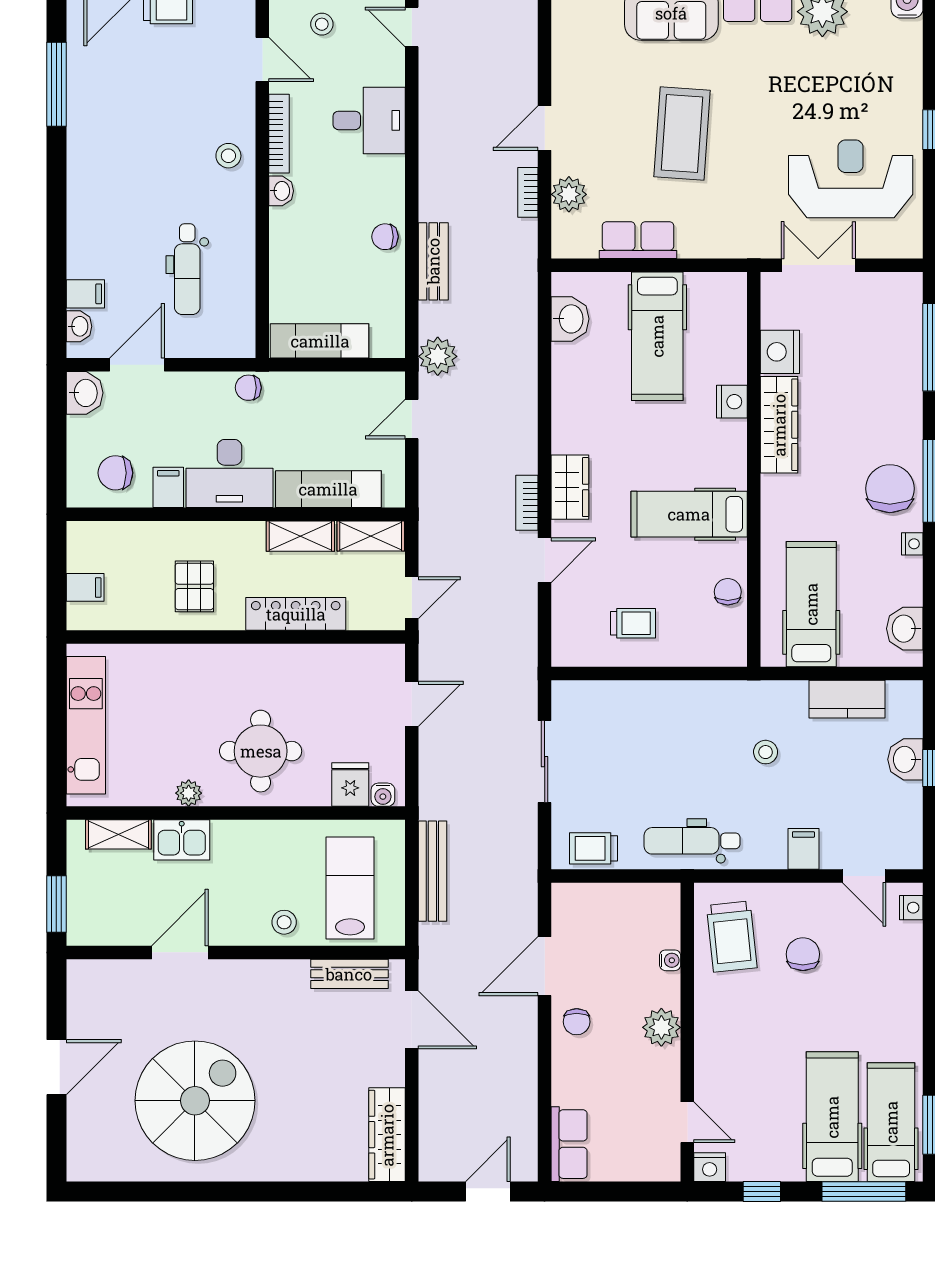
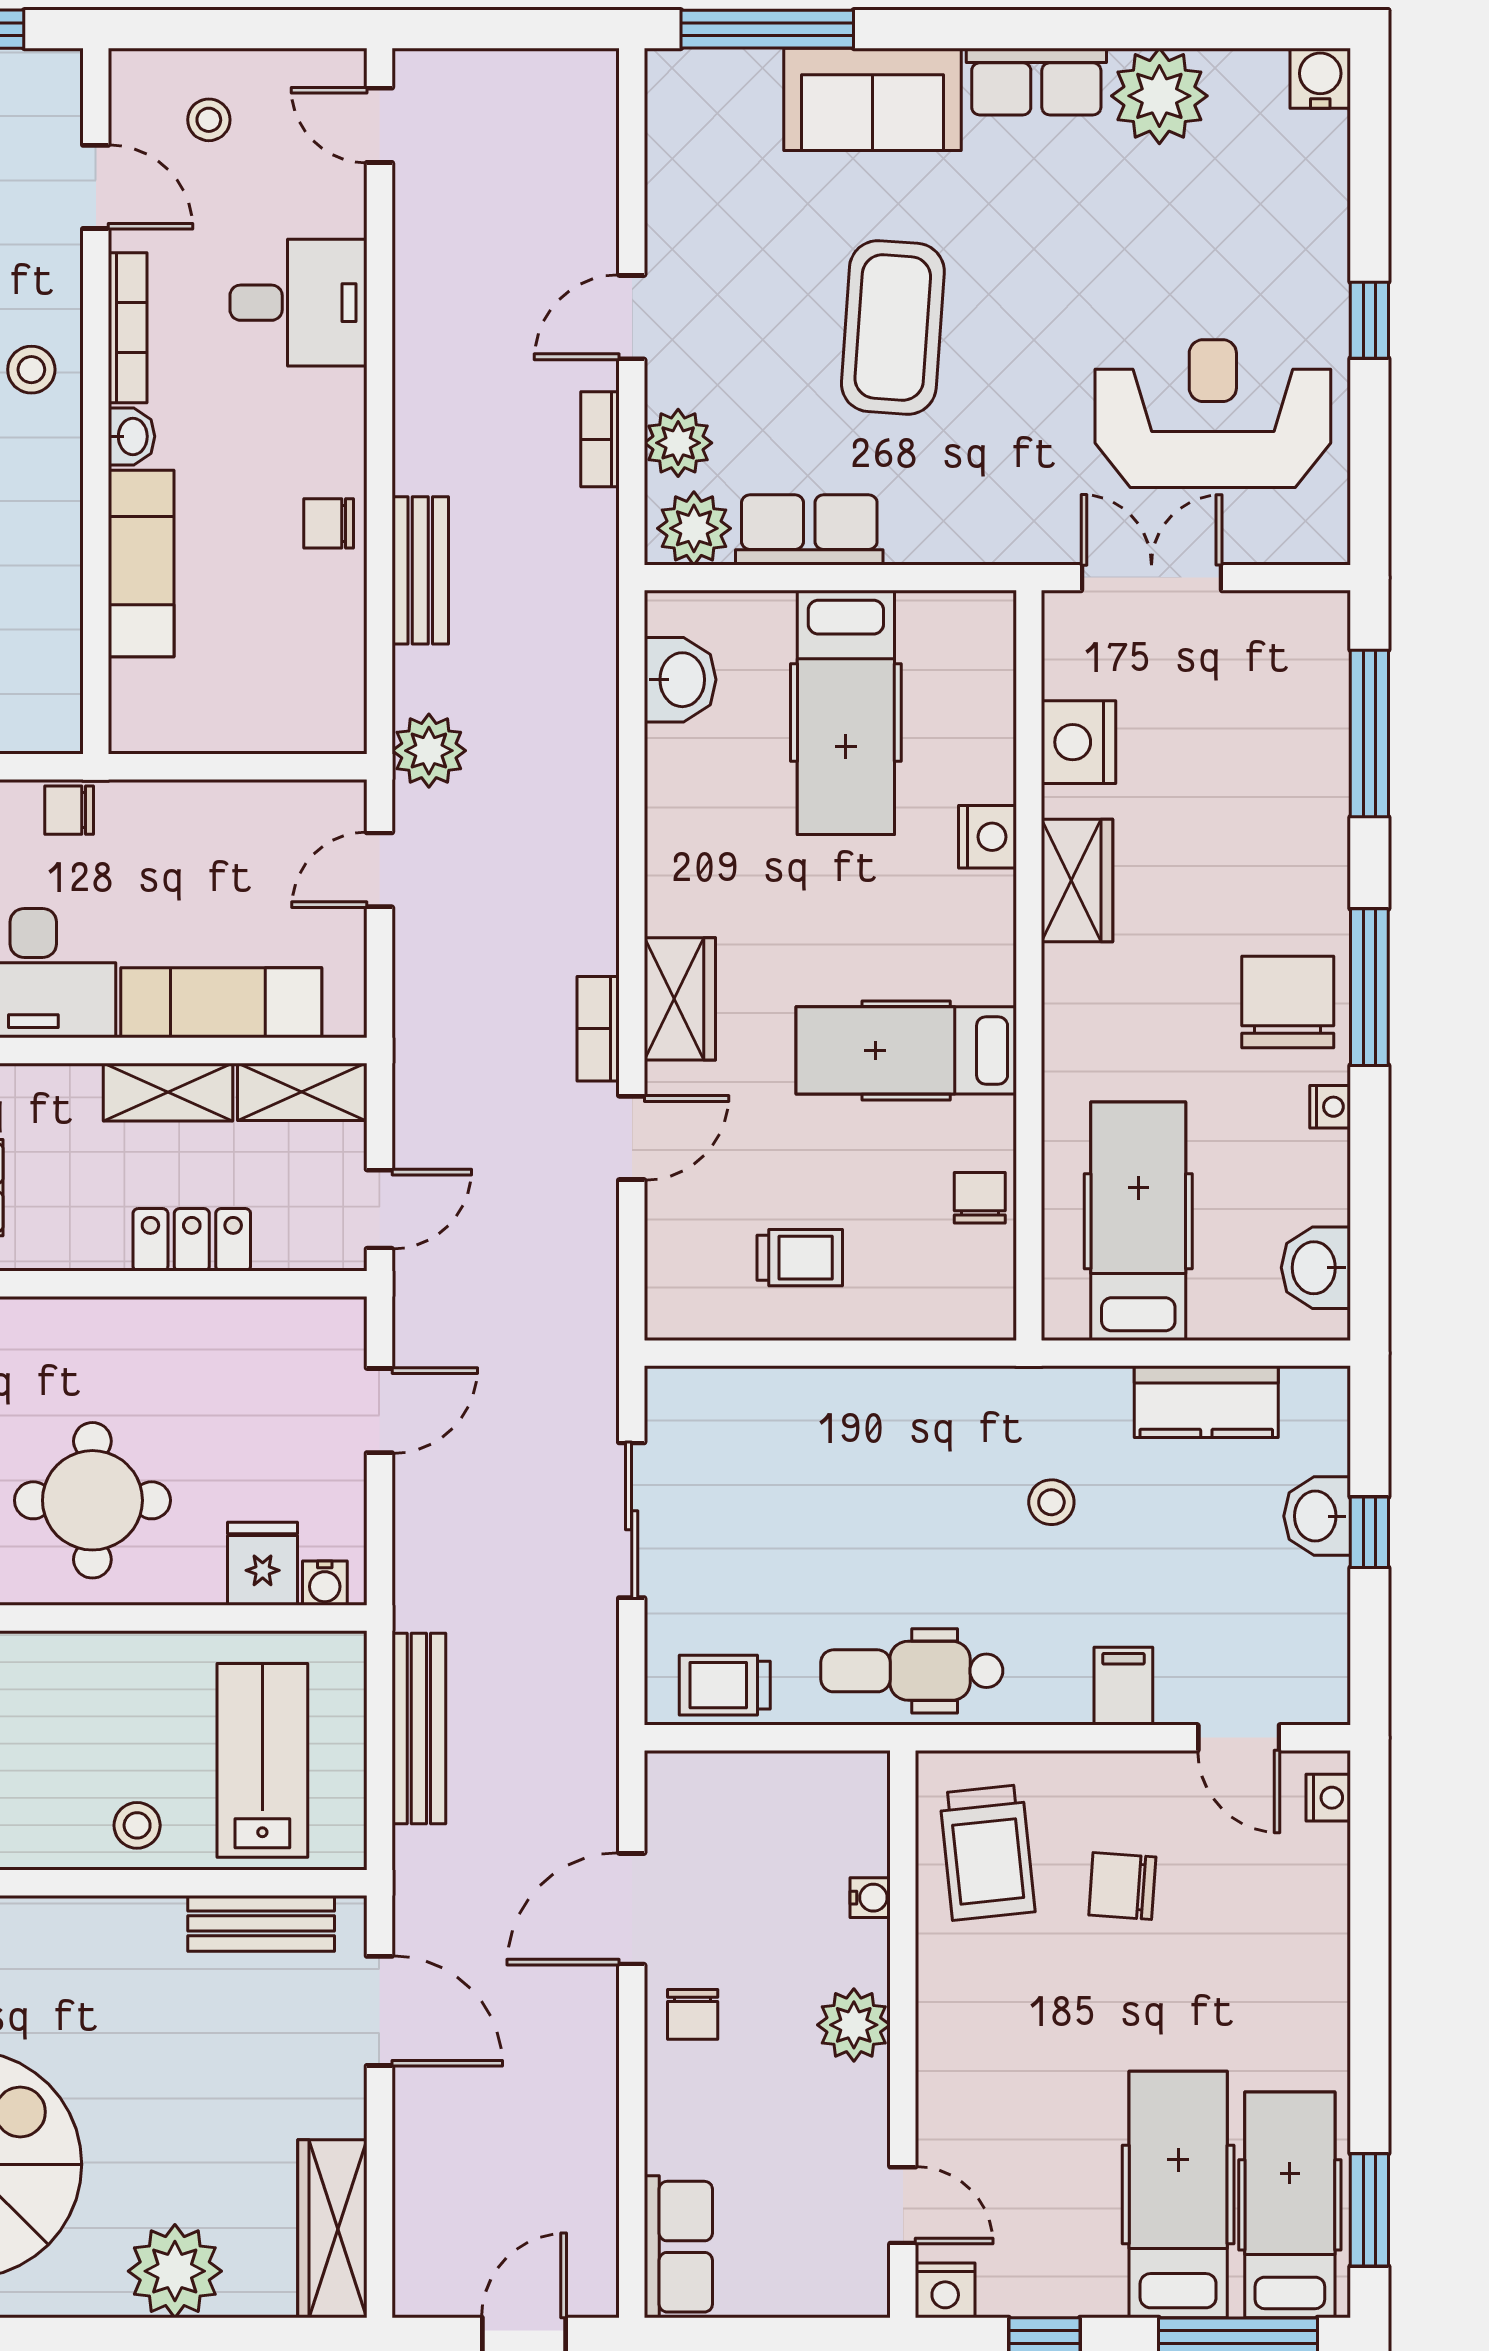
plant: (577, 239) -> (694, 528), added
exam couch: (320, 341) -> (141, 563), moved, turned 90
wardrobe: (779, 425) -> (1077, 881), width x0.67
locker: (296, 614) -> (192, 1240), width x0.66
chair: (803, 954) -> (1122, 1886), turned -86
plant: (304, 1157) -> (175, 2271), added

